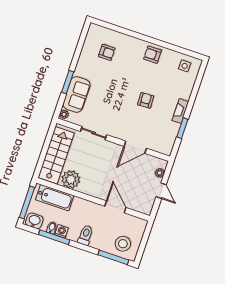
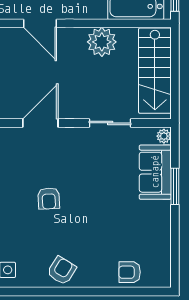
armchair: (107, 52) -> (130, 272), moved
armchair: (152, 55) -> (62, 271), turned -58
plant: (71, 179) -> (102, 42), moved

